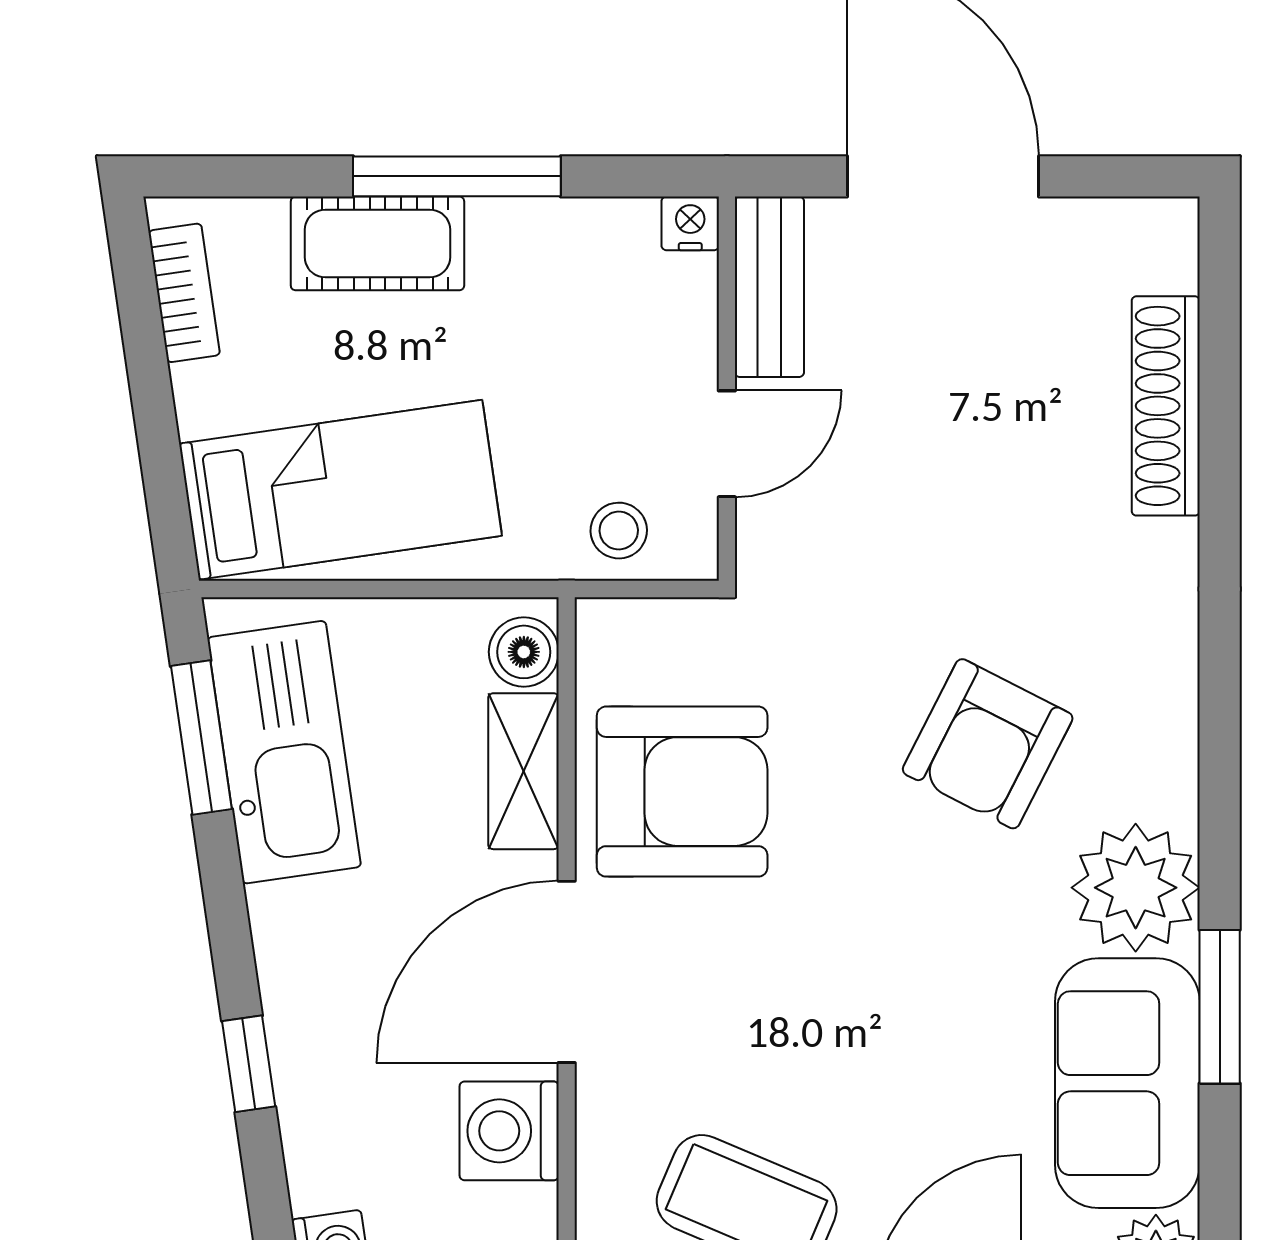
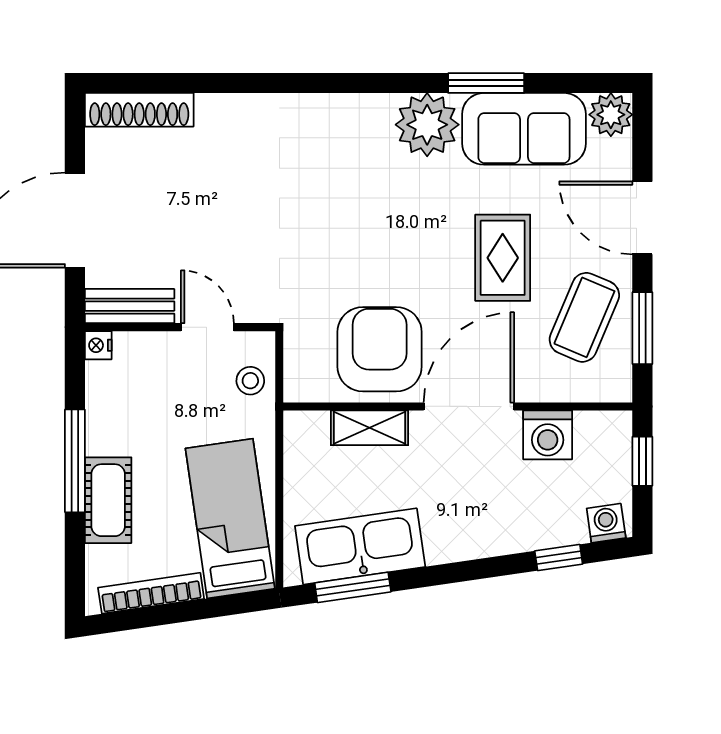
bookcase: (184, 293) -> (151, 593), width x1.56
shoe rack: (1166, 406) -> (139, 110), moved
boiler: (524, 652) -> (310, 428), removed
armchair: (988, 744) -> (356, 198), removed
door: (567, 972) -> (469, 406), swing flipped
rug: (867, 1040) -> (503, 258), added
window: (249, 1064) -> (559, 558), moved

